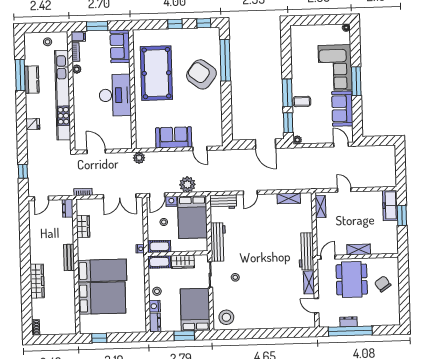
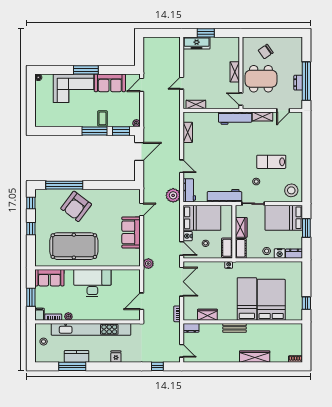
plant: (187, 185) -> (173, 195), moved
lab bench: (258, 294) -> (271, 162), added

